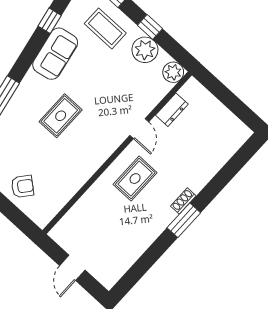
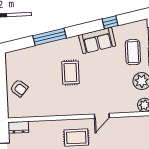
dresser: (172, 110) -> (18, 127), moved
rug: (61, 116) -> (70, 73), turned 90

